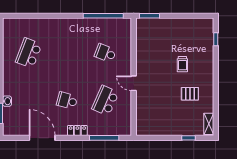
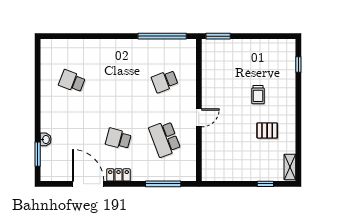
school desk: (29, 53) -> (72, 81), width x0.54
school desk: (105, 53) -> (165, 81), turned -42
door: (134, 83) -> (199, 118), swing flipped
school desk: (105, 101) -> (165, 139), turned -45
locker: (77, 130) -> (118, 175), moved

